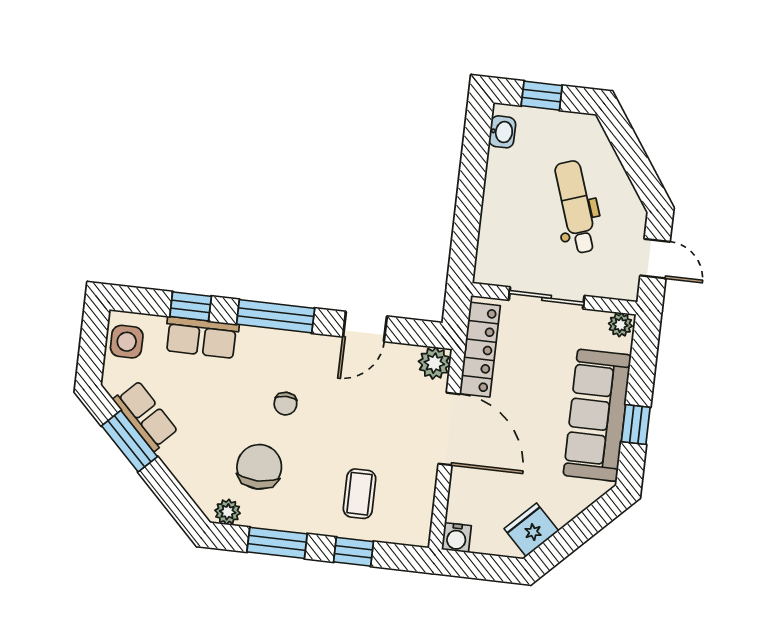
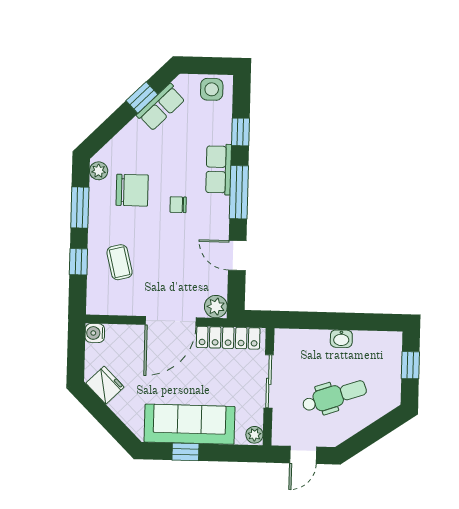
washbasin: (502, 132) -> (341, 339), moved
row of seats: (202, 337) -> (219, 169), moved
window: (129, 441) -> (142, 97), width x0.67
coffee table: (359, 494) -> (120, 262), turned 76

